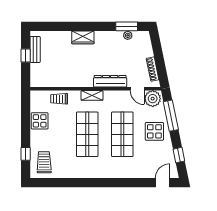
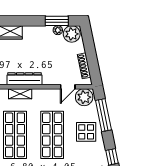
plant: (141, 39) -> (72, 34), added
dresser: (110, 81) -> (25, 79), moved
door: (137, 89) -> (68, 87), hinge flipped

